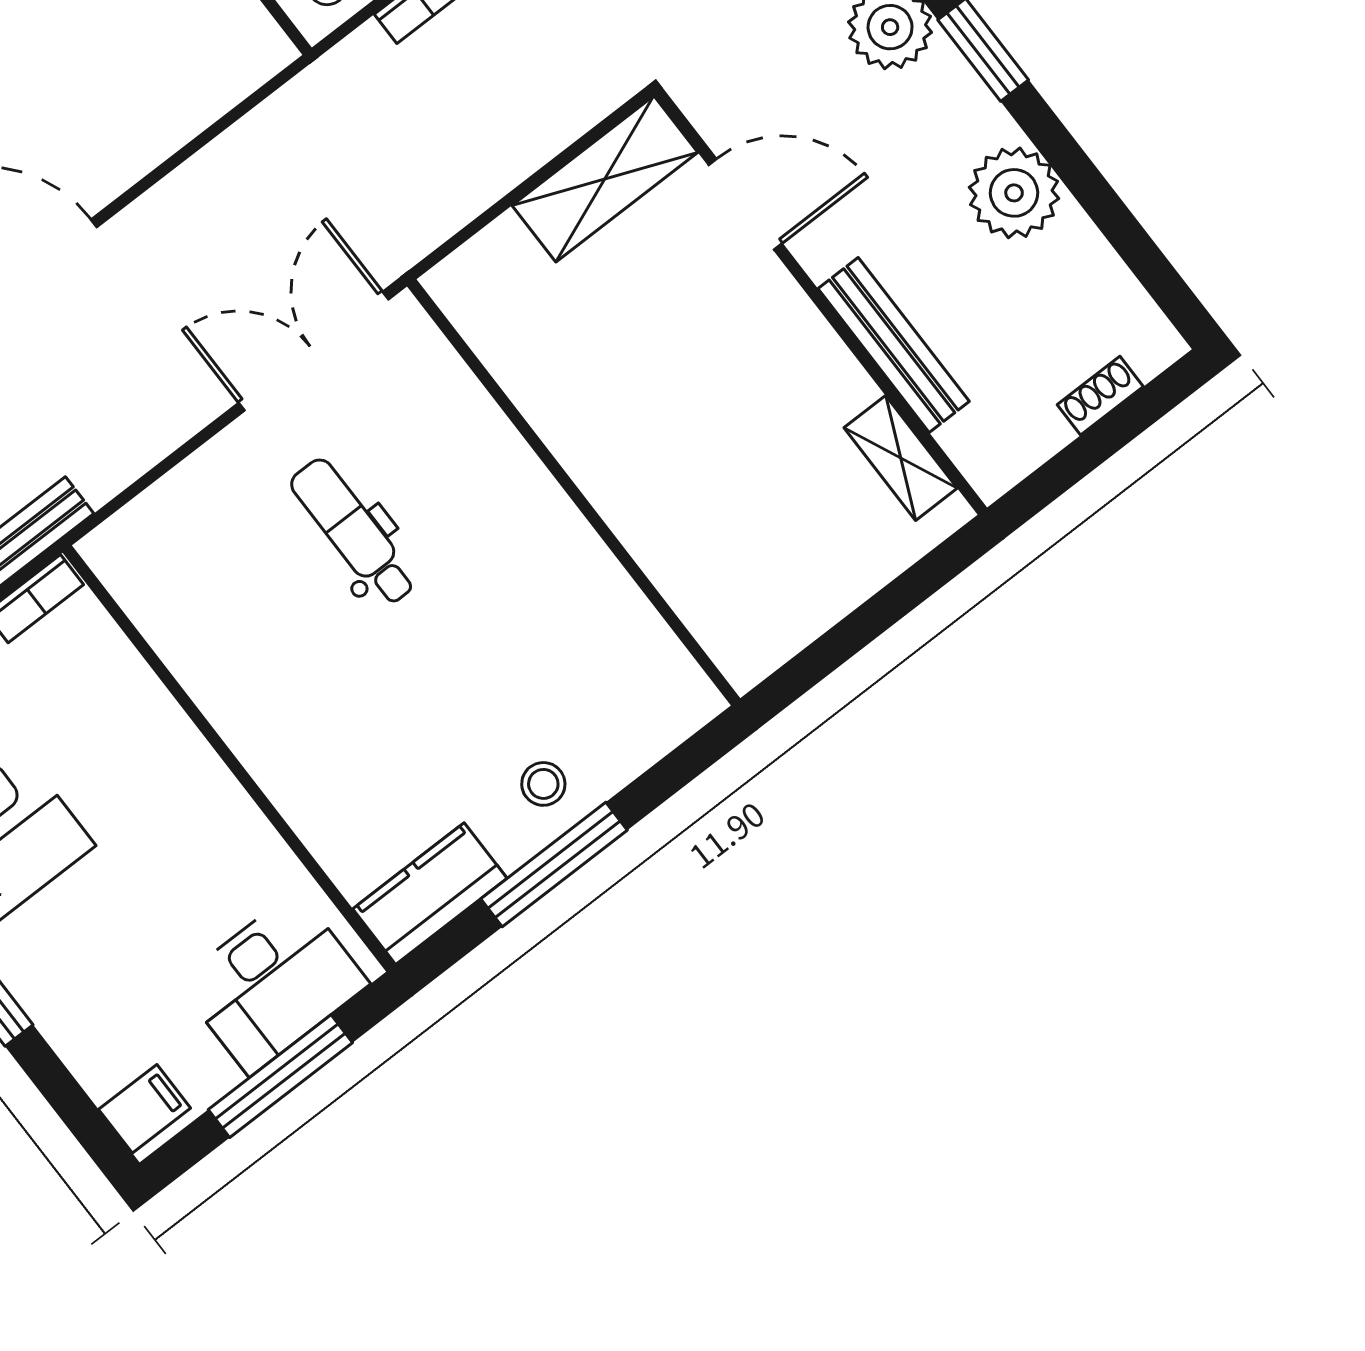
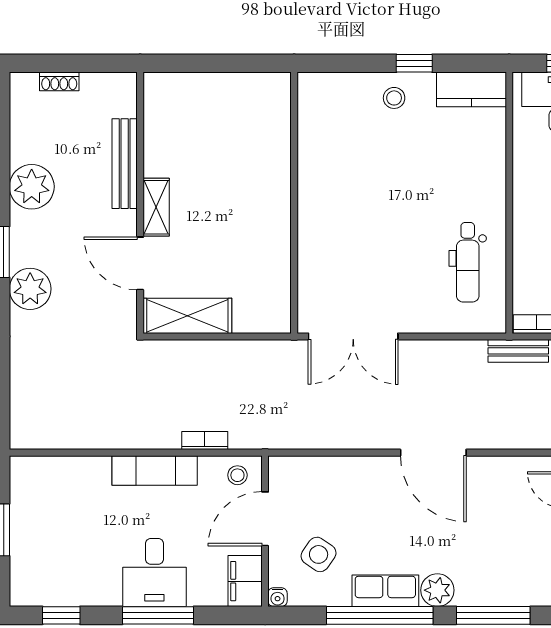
shelving: (901, 458) -> (156, 207), moved
dental chair: (354, 532) -> (468, 262), moved
window: (554, 865) -> (414, 63), width x0.46

